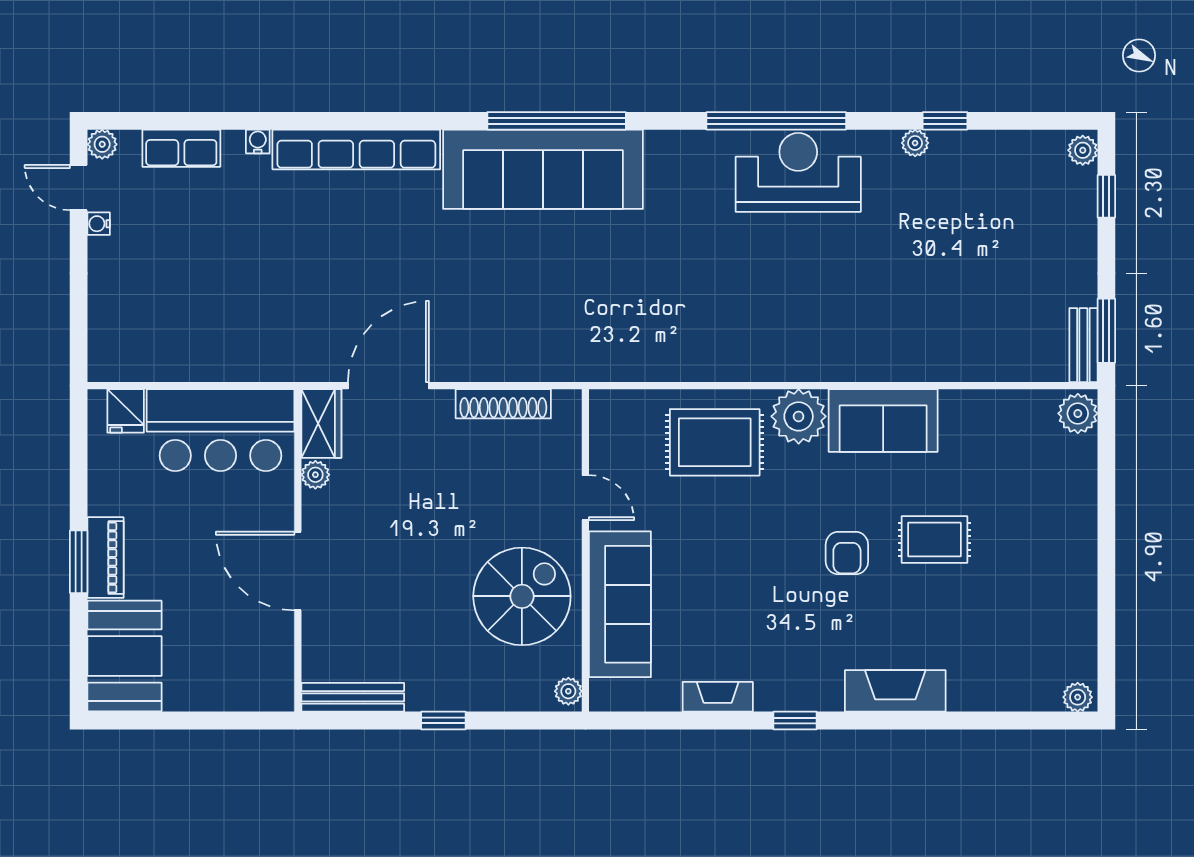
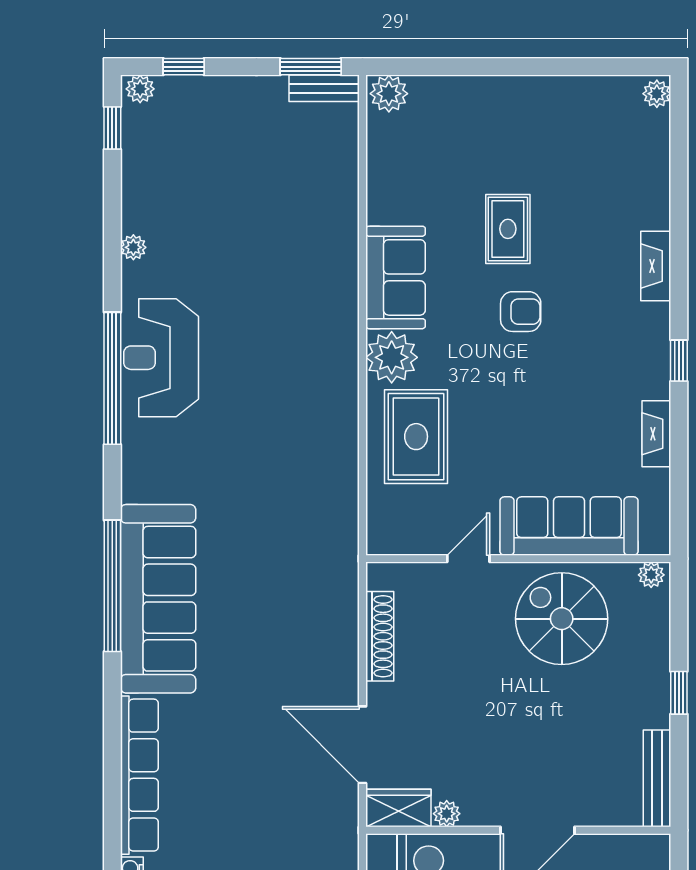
window: (945, 121) -> (112, 128), moved
fireplace: (895, 691) -> (656, 266), width x0.73, depth x0.76

